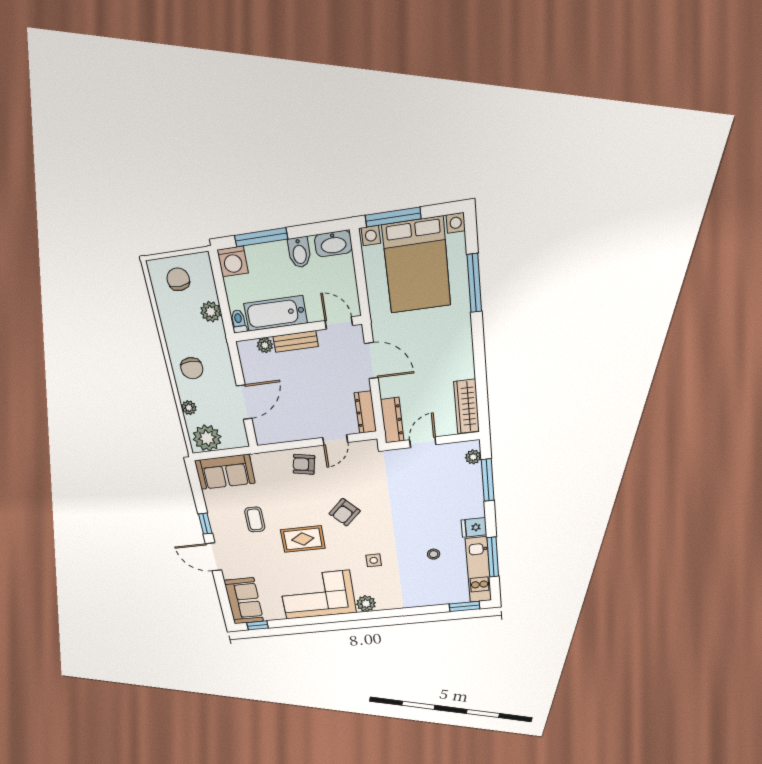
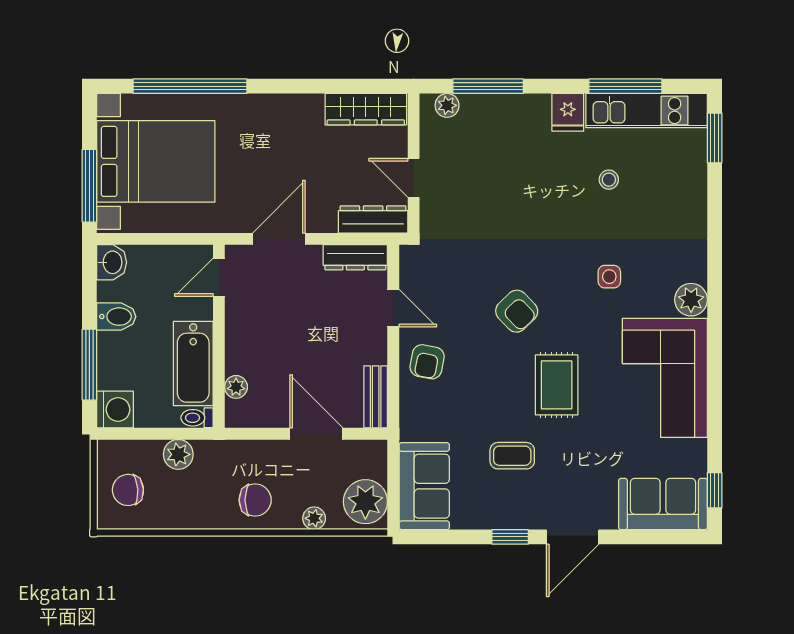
washbasin: (333, 244) -> (112, 262), width x0.72
window: (474, 283) -> (190, 86), width x1.46
bench: (296, 341) -> (376, 397), moved

